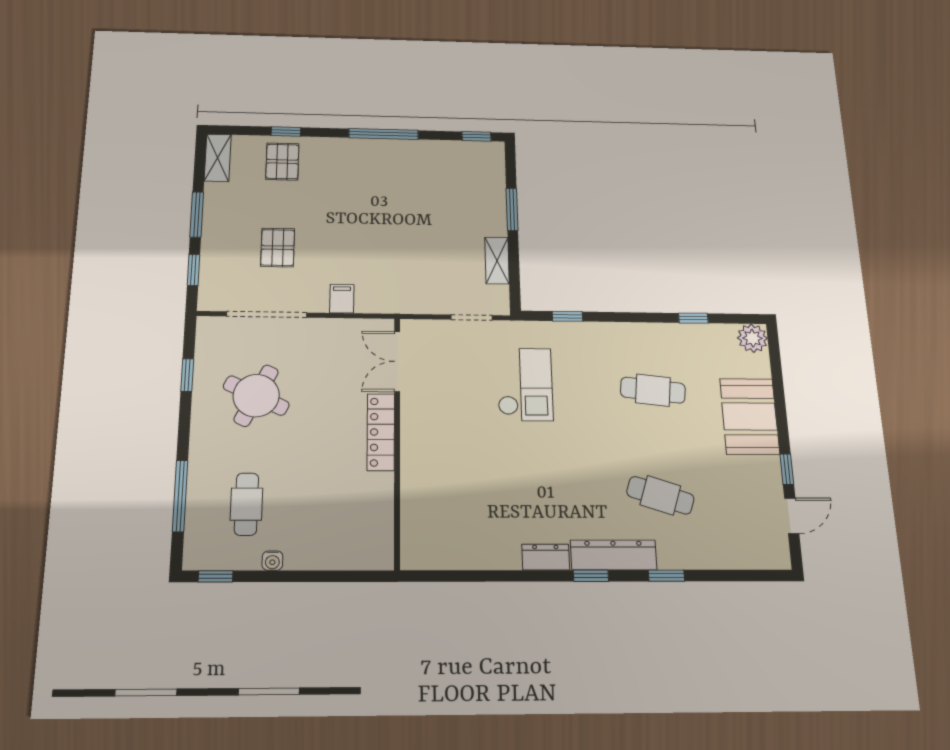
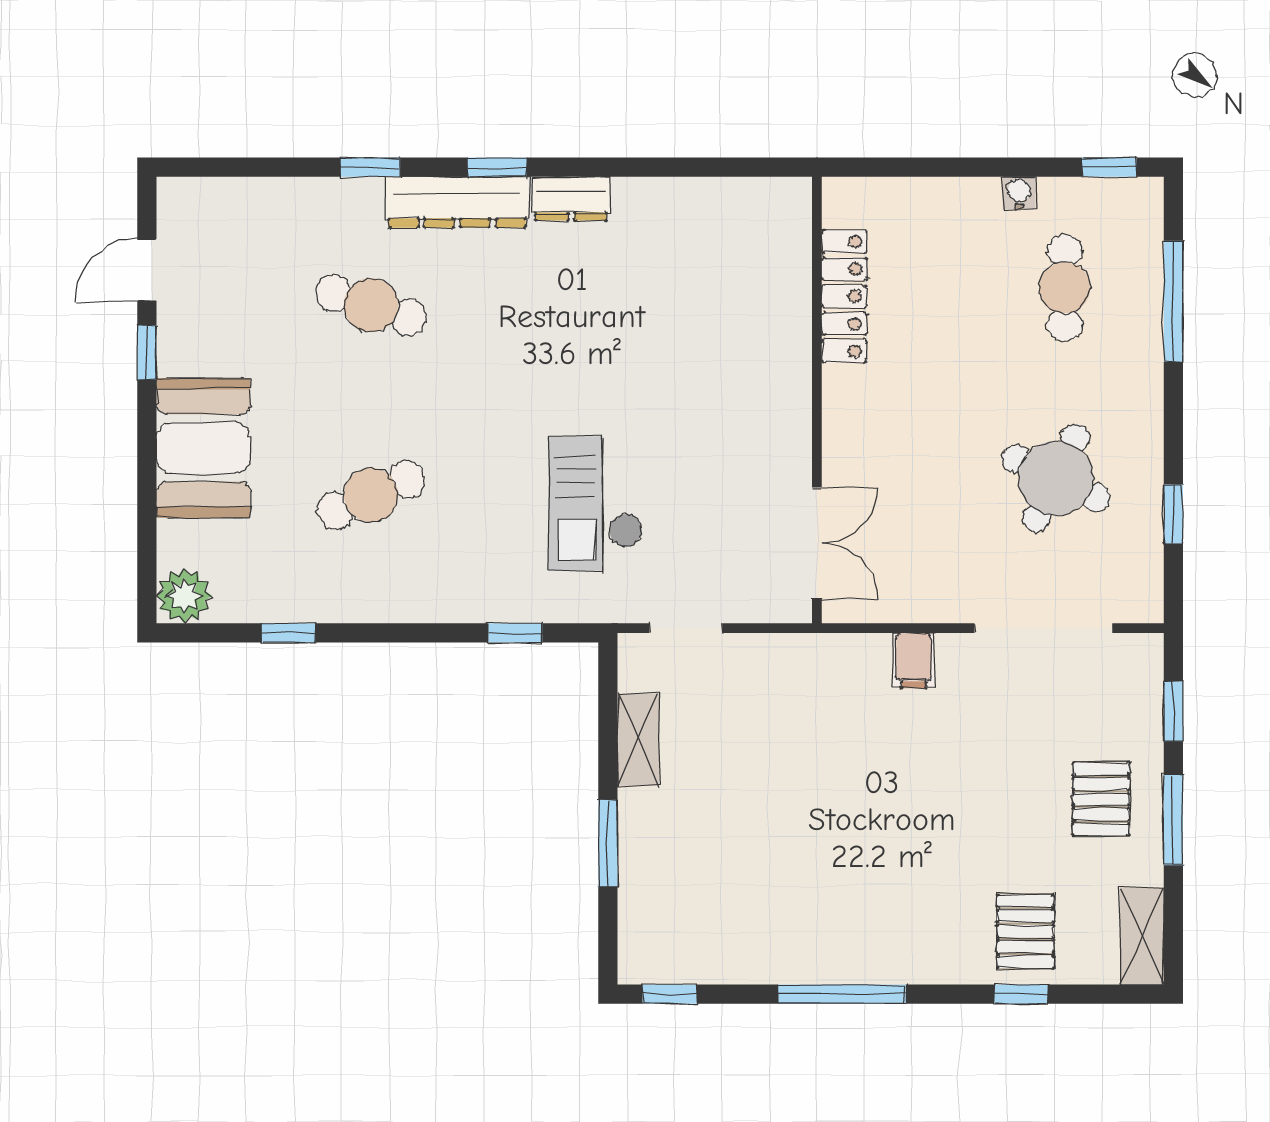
pallet: (278, 248) -> (1101, 799), moved
cafe table: (653, 390) -> (371, 495), turned -30
locker: (381, 432) -> (844, 296), moved

